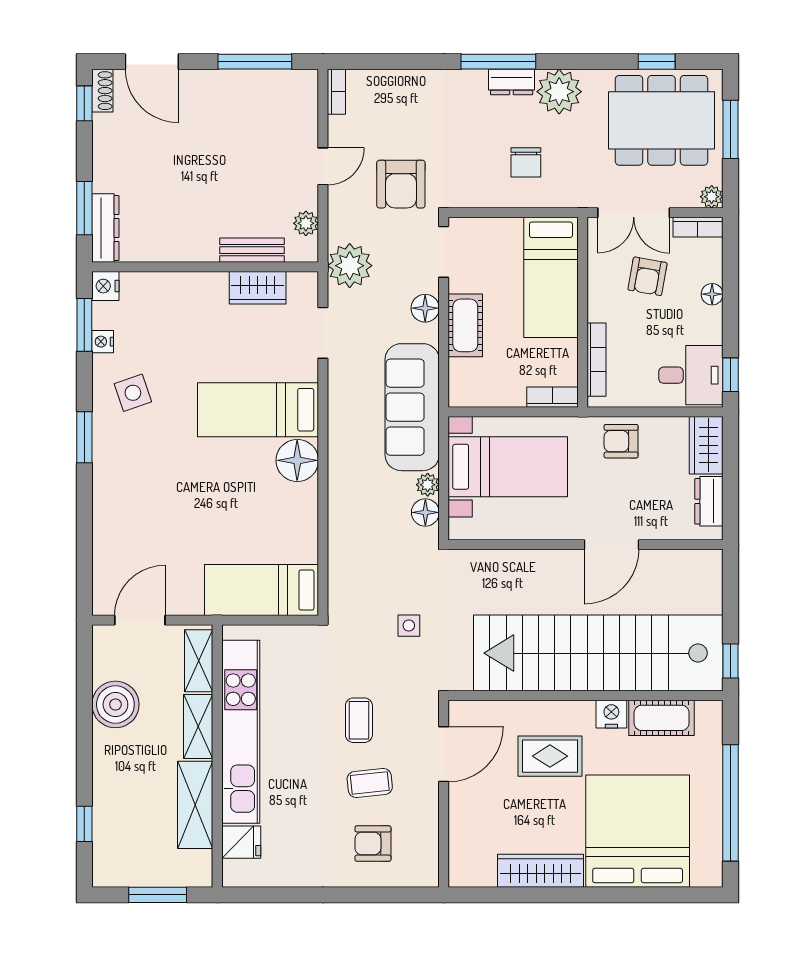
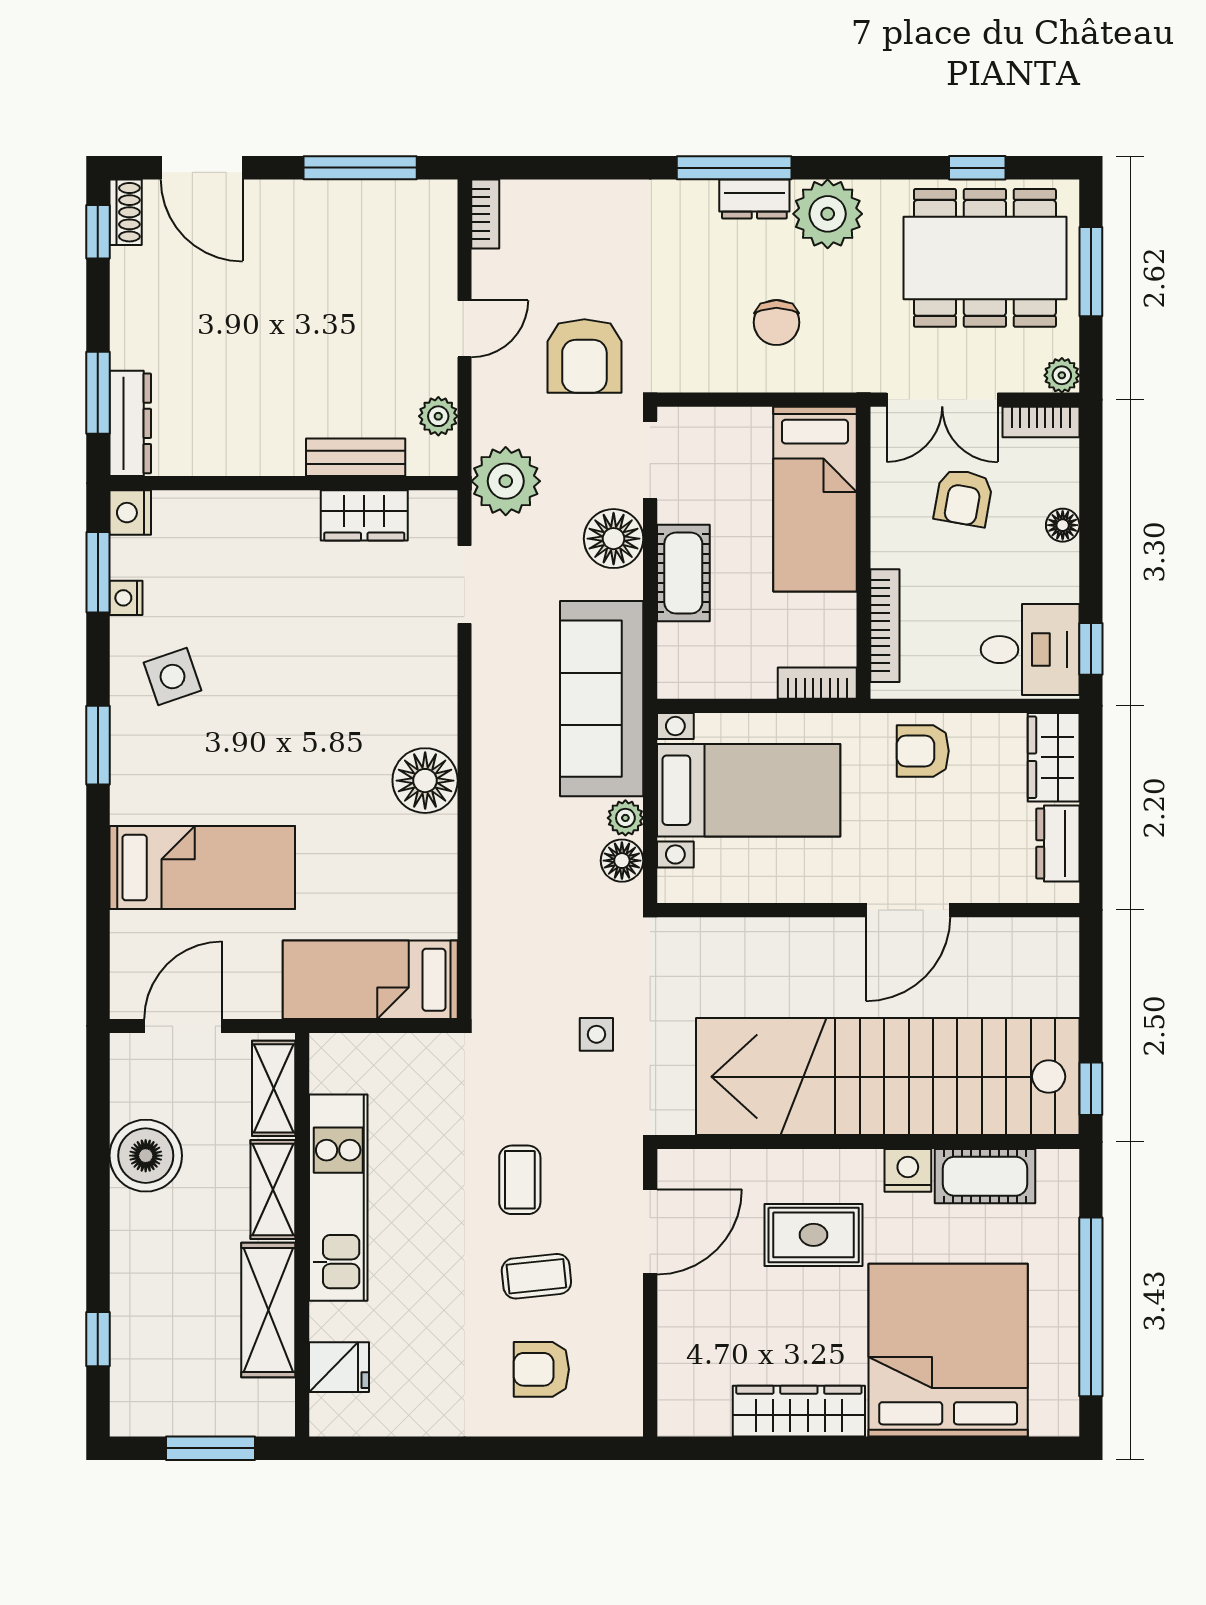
floor lamp: (425, 308) -> (614, 539), width x1.38, depth x1.38
bed: (258, 410) -> (202, 868), moved, turned 180
kitchen unit: (241, 732) -> (338, 1198), width x0.73

